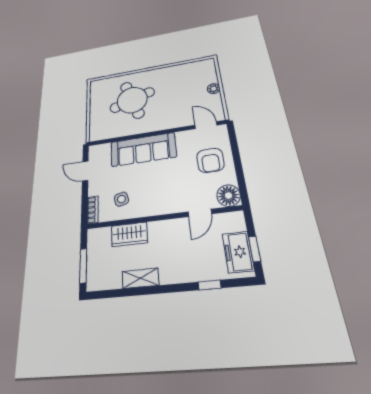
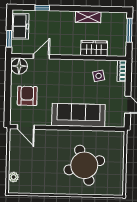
plant: (214, 89) -> (14, 177), moved
window: (255, 249) -> (9, 39), moved

